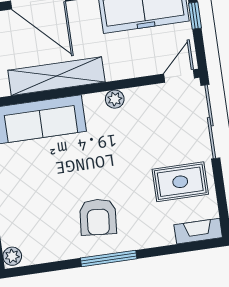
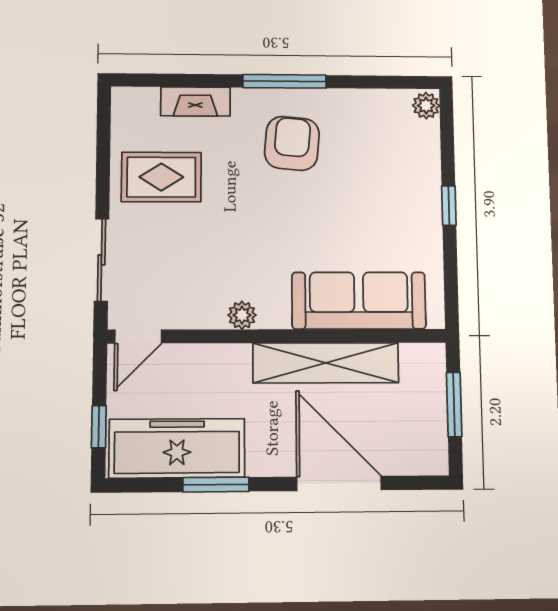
sliding door: (210, 122) -> (101, 260), width x0.73
fireplace: (198, 231) -> (195, 101), moved

